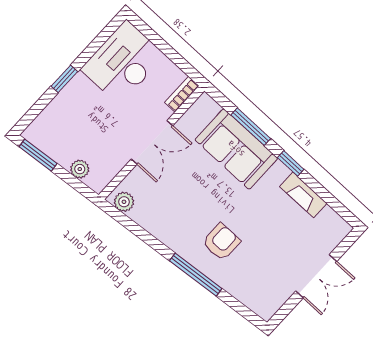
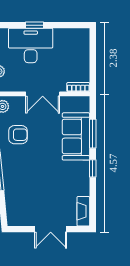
desk: (123, 62) -> (31, 45), moved
fireplace: (303, 195) -> (83, 211), moved
armchair: (221, 242) -> (18, 135), moved

